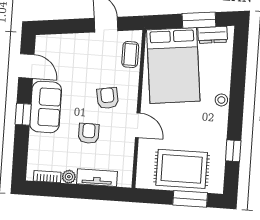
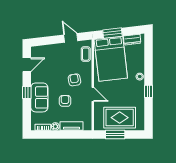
window: (199, 20) -> (112, 33), moved
door: (26, 66) -> (27, 65), hinge flipped
sofa: (46, 107) -> (39, 97), moved
window: (233, 151) -> (148, 91), moved
window: (190, 199) -> (115, 134), moved

